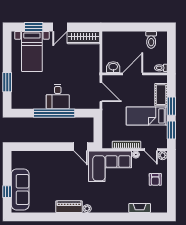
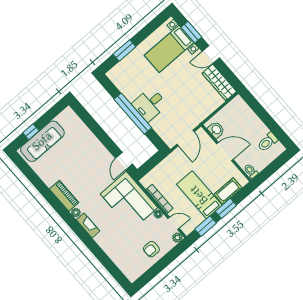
door: (151, 150) -> (174, 223), swing flipped
fireplace: (140, 208) -> (88, 225), moved

